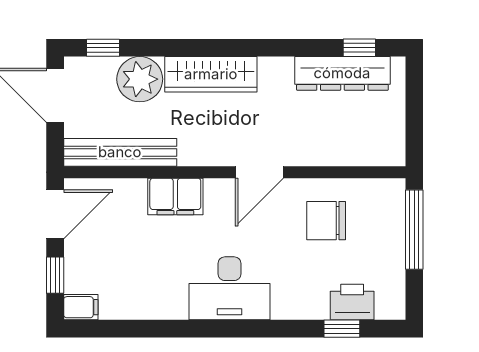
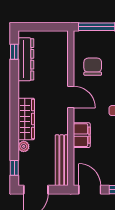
plant: (140, 79) -> (24, 146), width x0.53, depth x0.53
chair: (326, 221) -> (93, 67), turned 180

